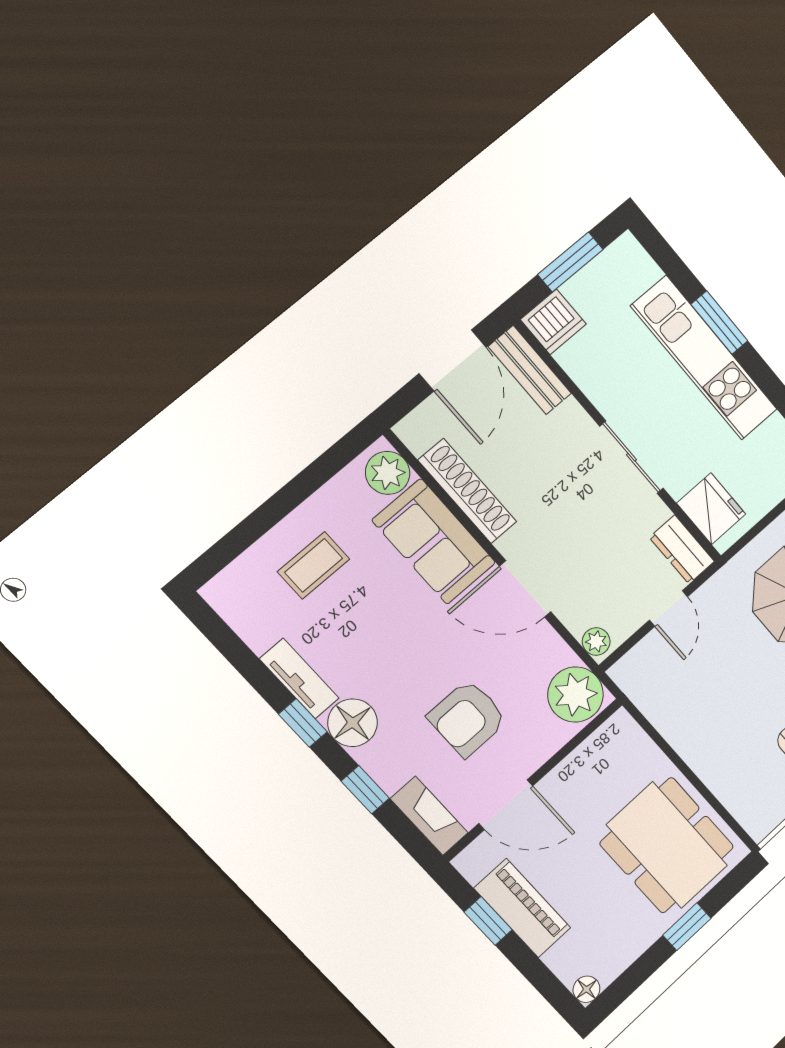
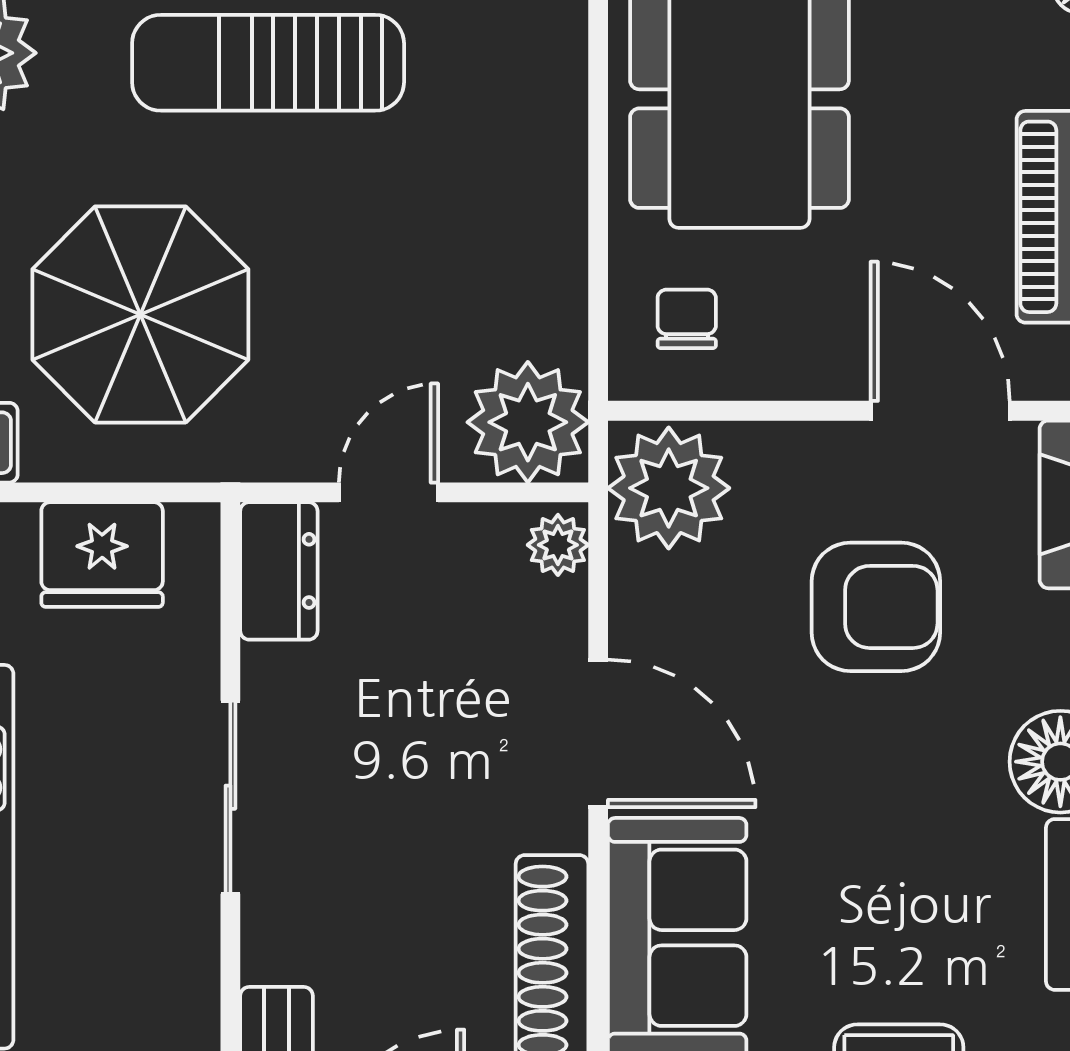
fridge: (711, 509) -> (102, 555), moved, turned -90
plant: (643, 674) -> (528, 422), added
chair: (620, 757) -> (687, 319), added

